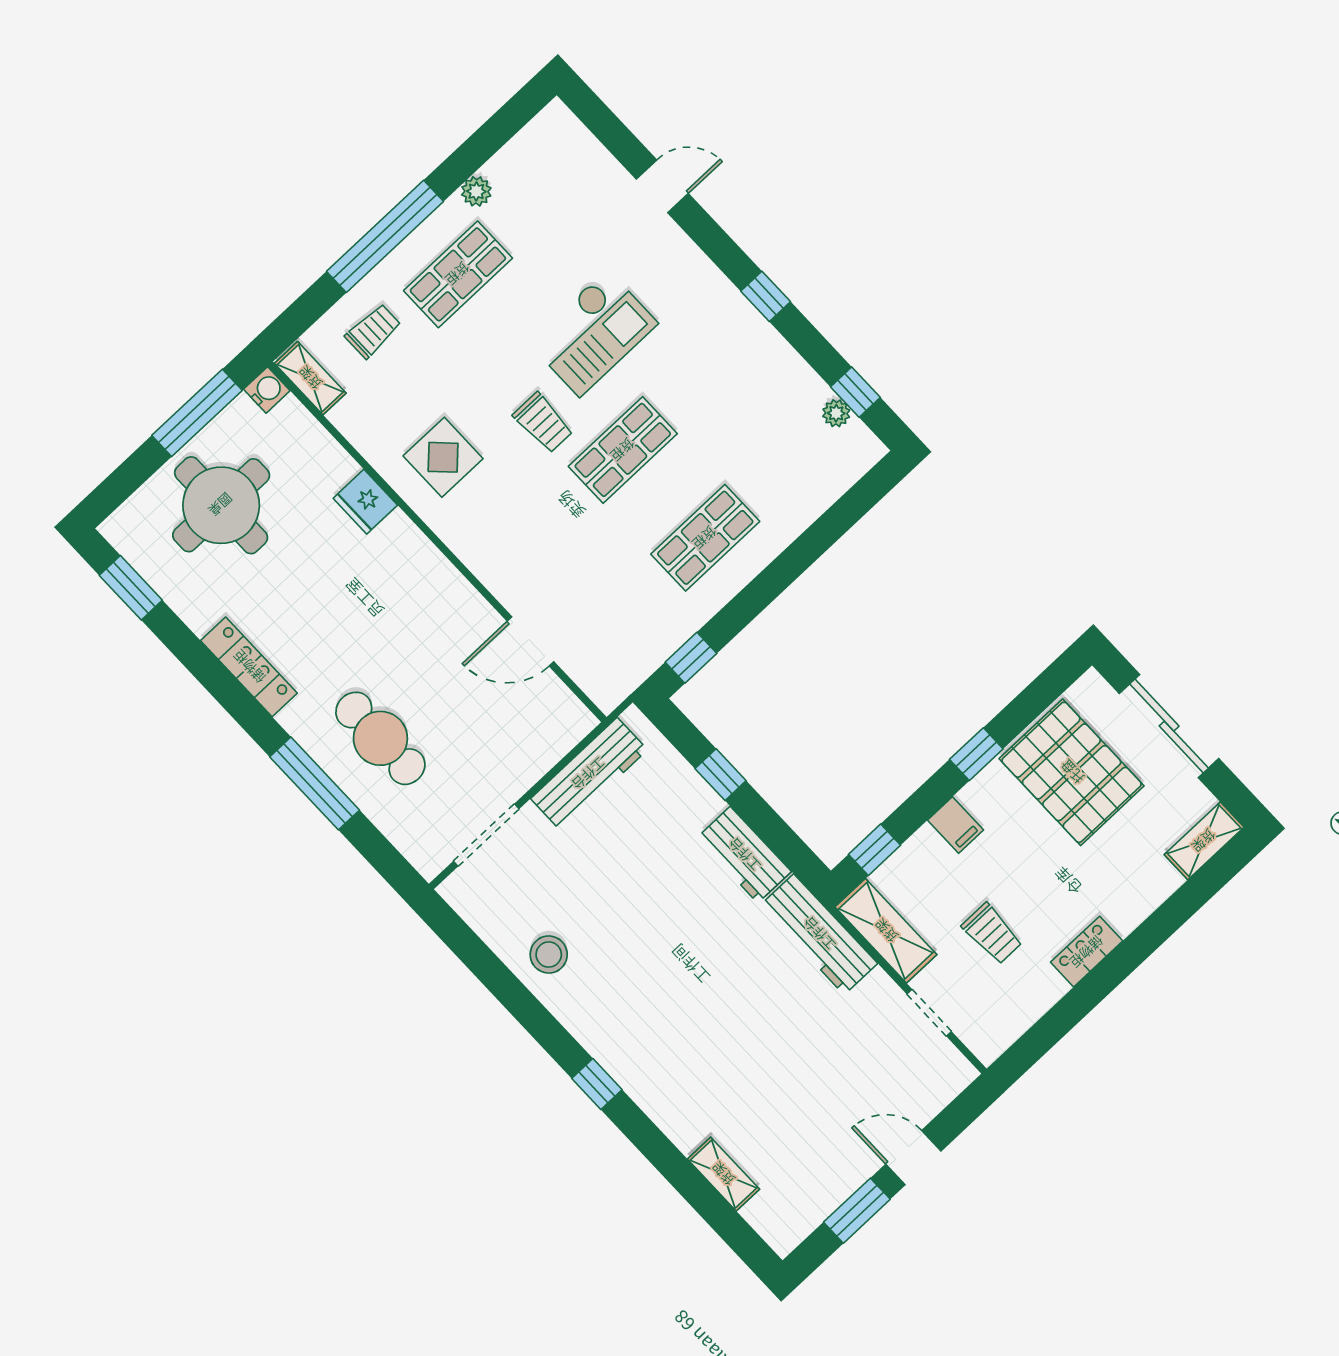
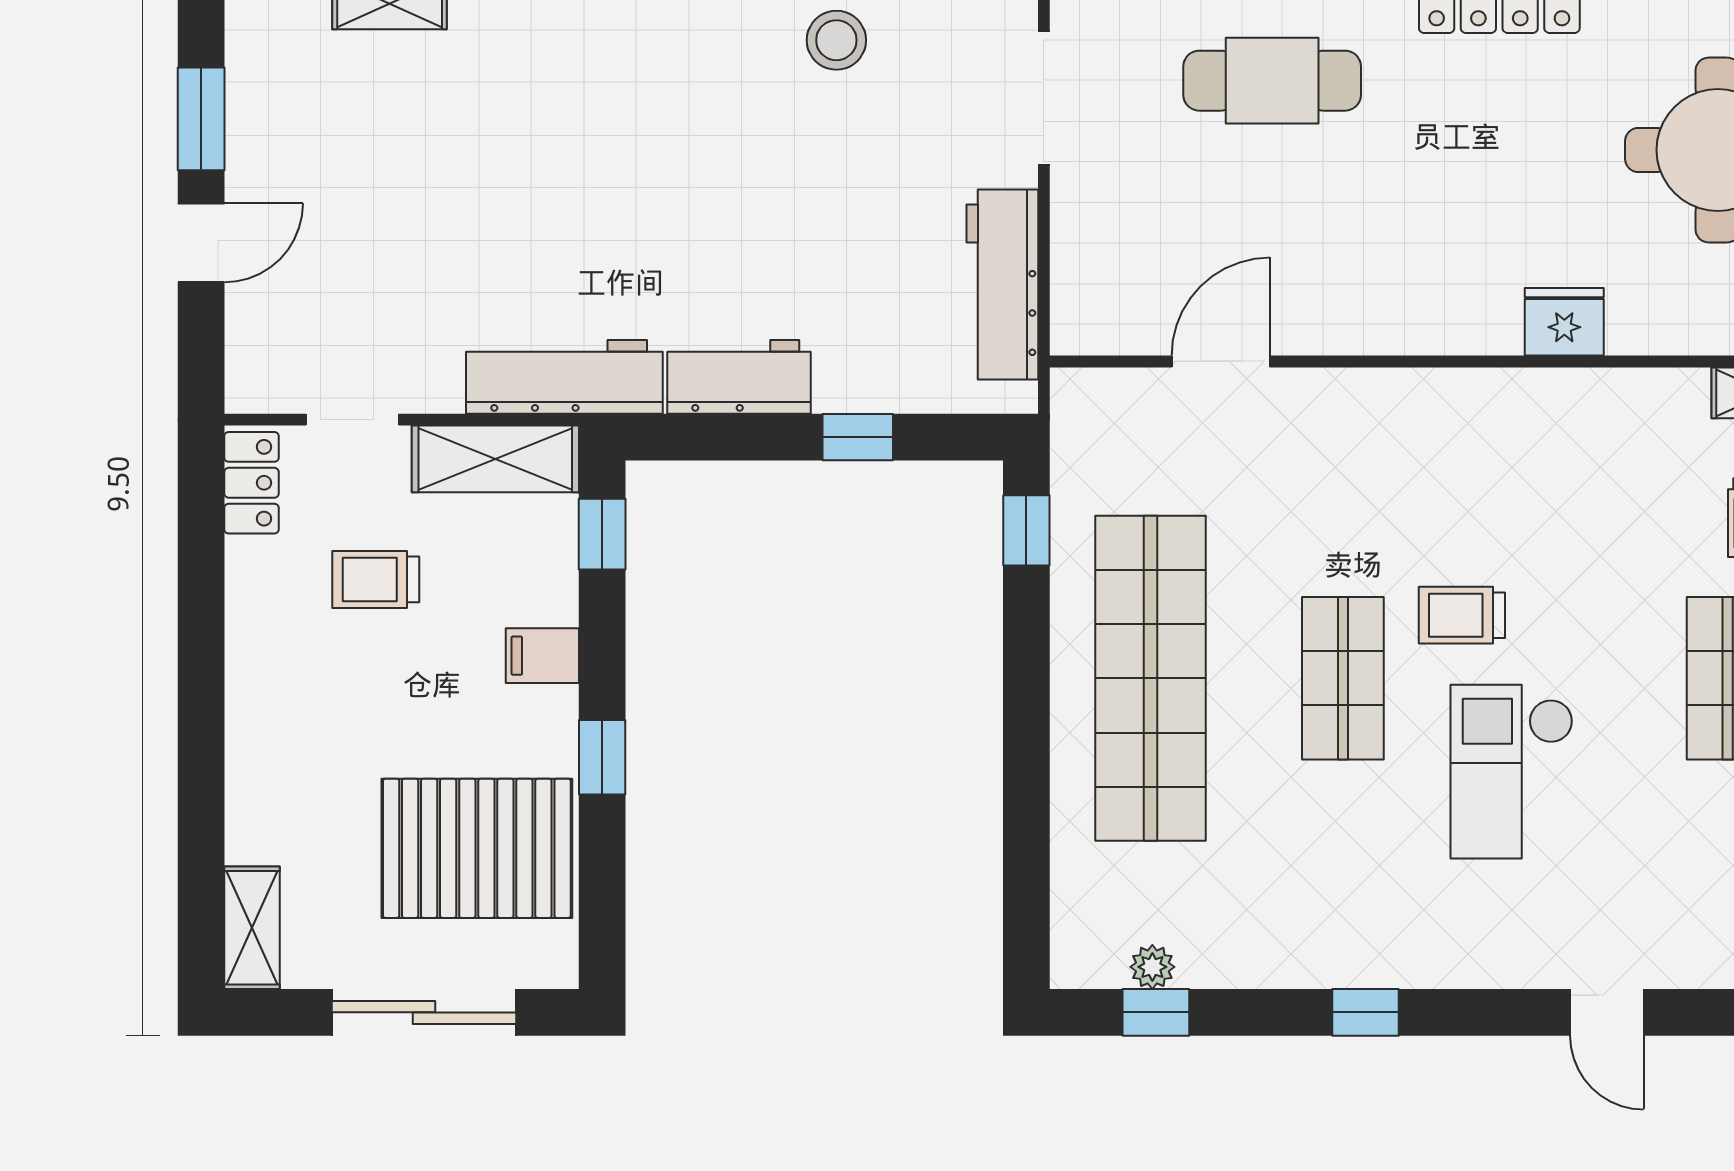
door: (662, 186) -> (1607, 1012), hinge flipped
display table: (443, 457) -> (1531, 461), removed
shop shelf: (705, 538) -> (1151, 678), width x2.00, depth x1.36
locker: (1087, 952) -> (252, 483), moved

